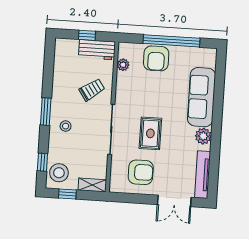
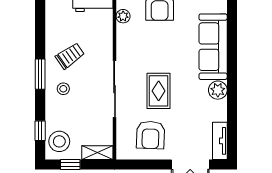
trolley: (92, 90) -> (70, 56), moved
armchair: (141, 172) -> (151, 135), turned 92
tv unit: (203, 175) -> (220, 141), width x0.71

